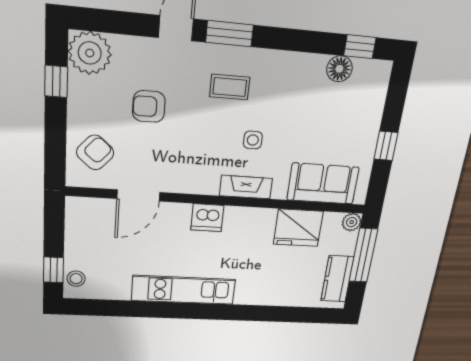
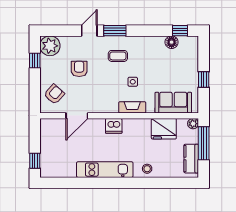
armchair: (149, 106) -> (79, 69), turned 90
stool: (76, 279) -> (147, 169), moved

